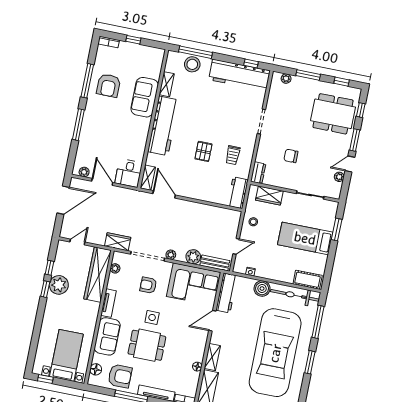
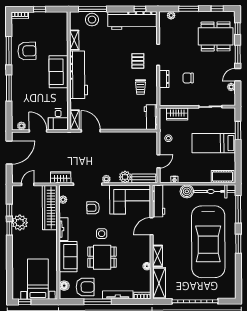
armchair: (108, 85) -> (27, 51), turned -92
sofa: (145, 97) -> (59, 72), moved
pallet: (203, 151) -> (138, 61), moved
dresser: (258, 173) -> (164, 79), moved

